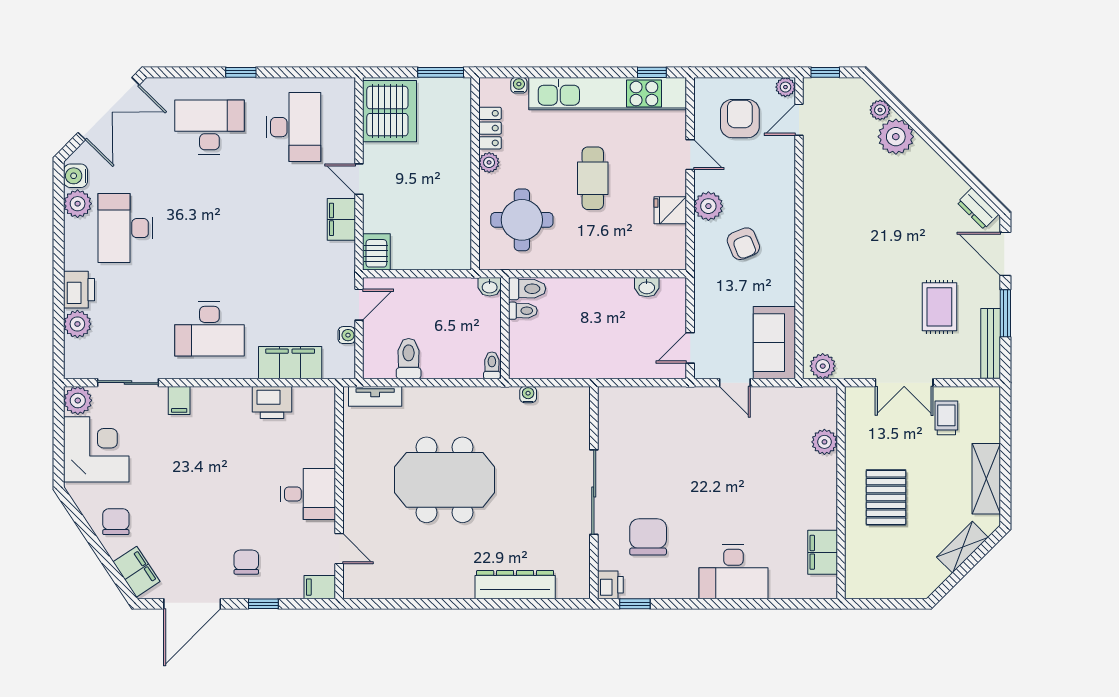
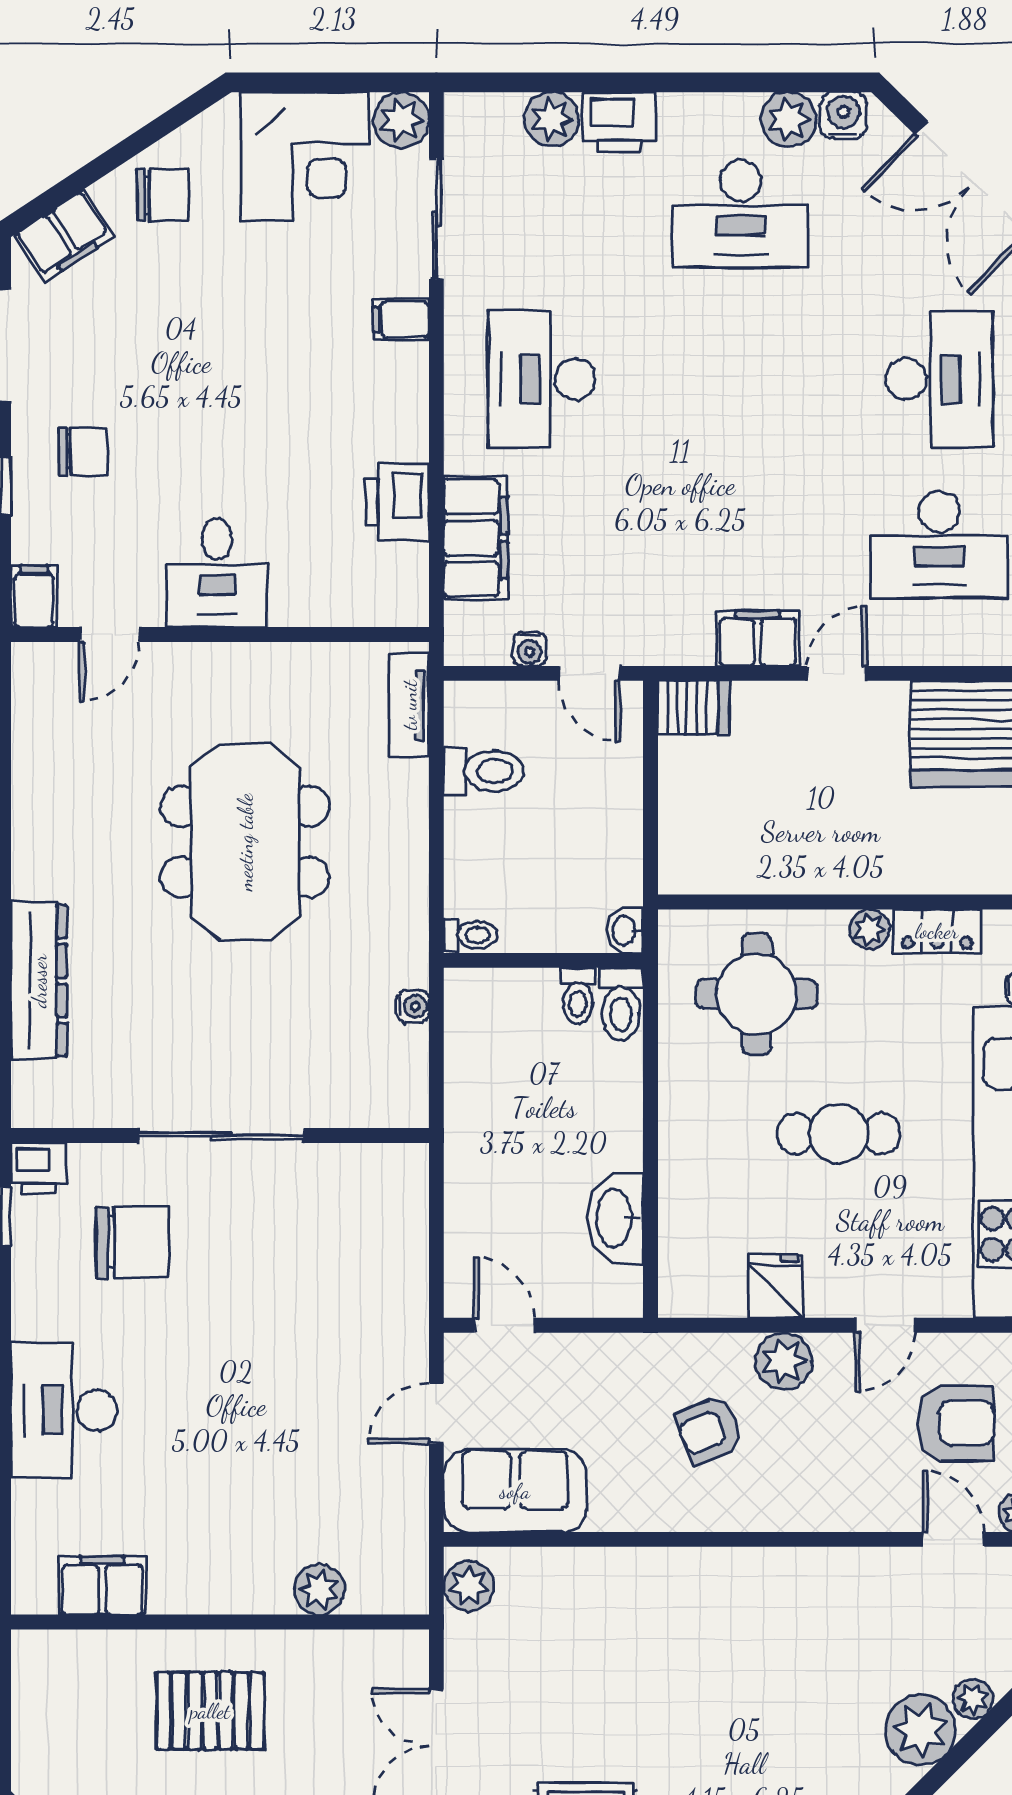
desk: (125, 228) -> (740, 214), turned 180
washbasin: (647, 287) -> (615, 1218), width x1.91, depth x1.45

